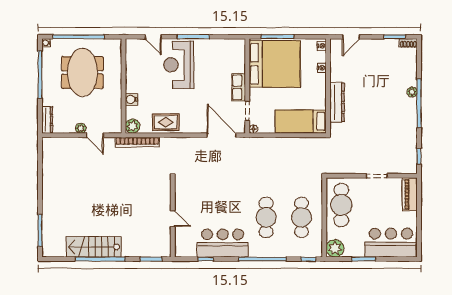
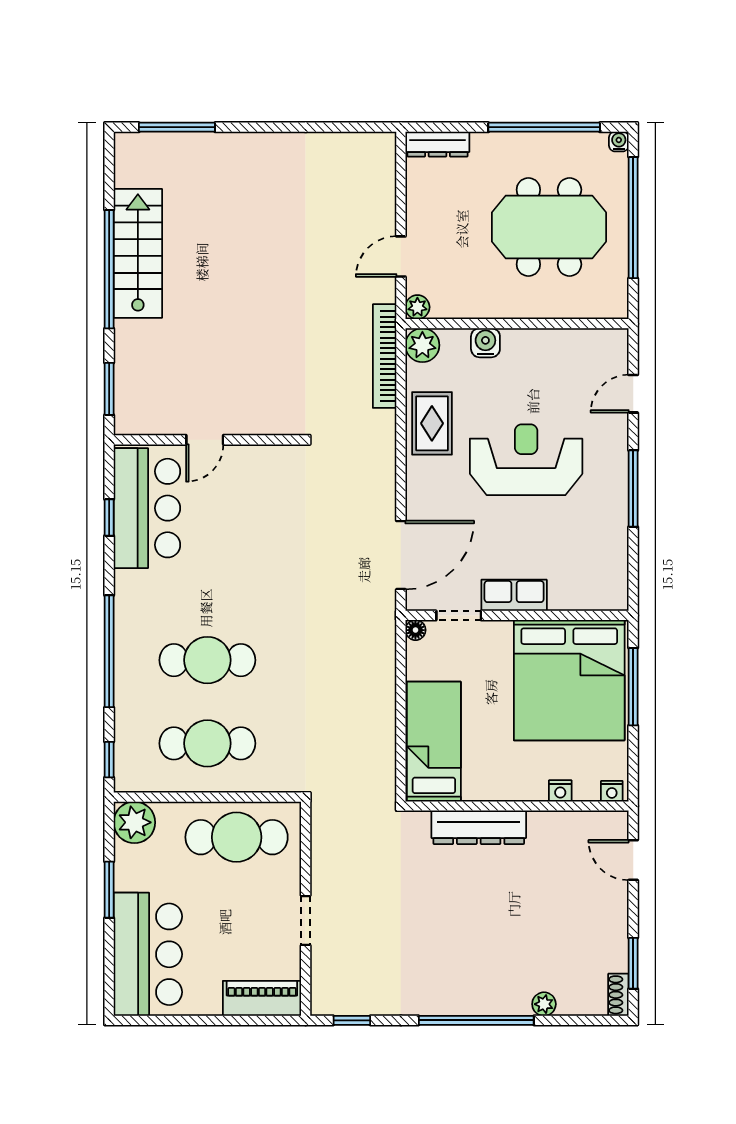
reception desk: (179, 65) -> (526, 460), moved
plant: (412, 92) -> (544, 1004), moved
plant: (81, 128) -> (417, 307), moved
bar counter: (223, 243) -> (147, 508), moved

